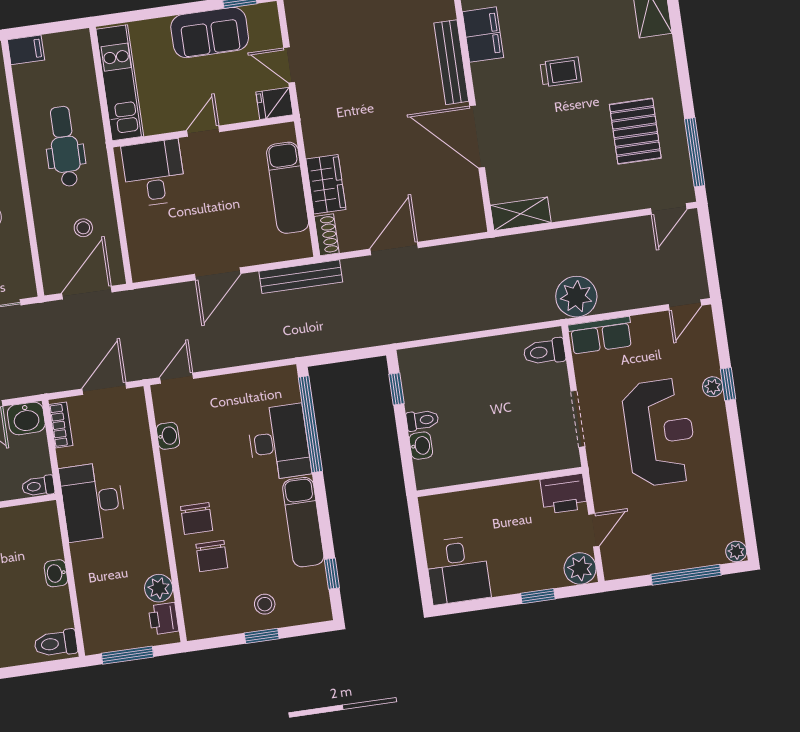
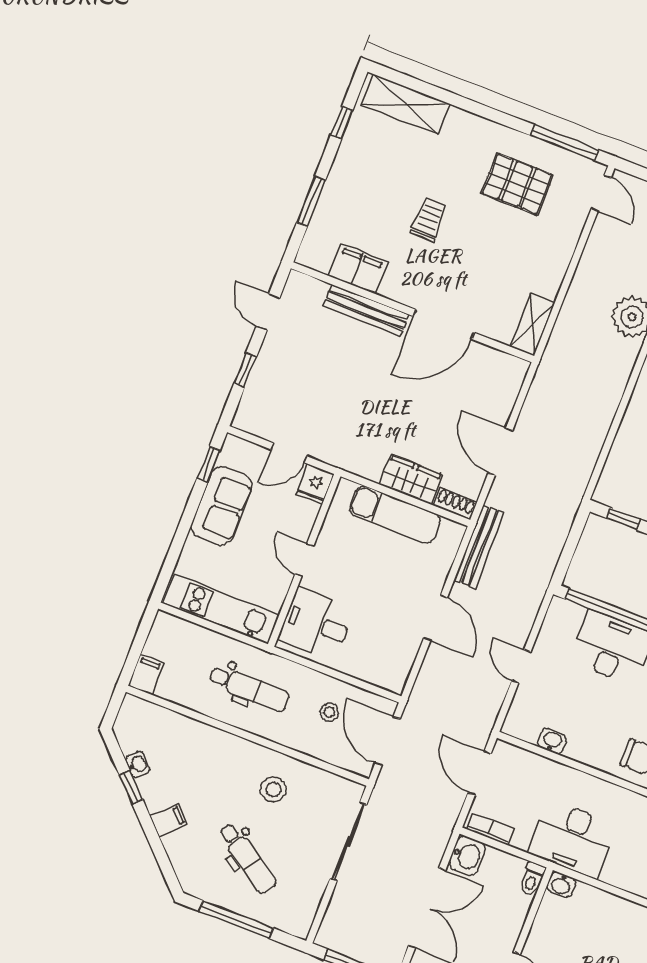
dental chair: (65, 146) -> (249, 688), turned 180
door: (177, 378) -> (521, 666), moved
washbasin: (56, 573) -> (561, 885), moved

